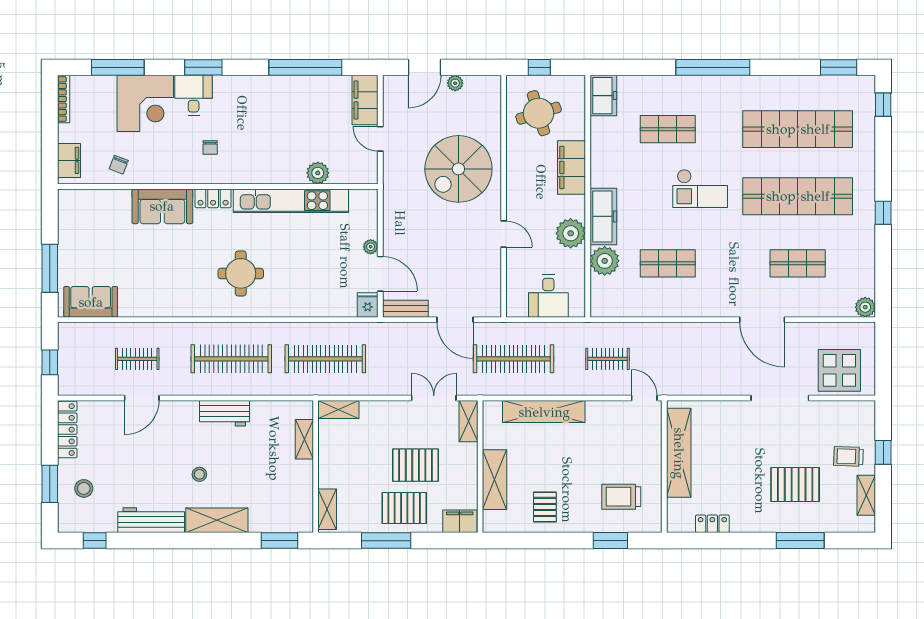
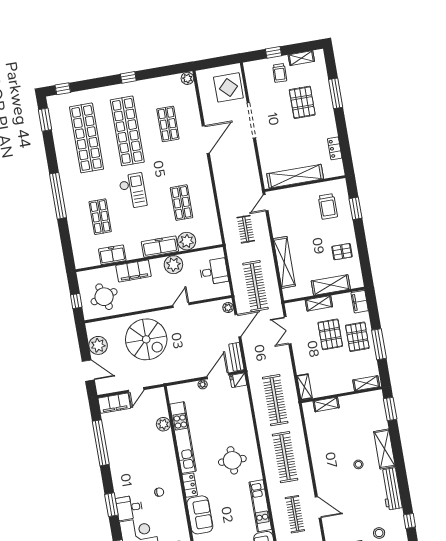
plant: (455, 83) -> (98, 345), width x1.88, depth x1.88
freezer: (603, 96) -> (112, 255), moved
kitchen unit: (160, 306) -> (260, 506), added
plant: (487, 309) -> (228, 308), added
clothes rail: (137, 359) -> (295, 514), width x1.36
workbench: (224, 413) -> (319, 456), removed
shelving: (468, 421) -> (319, 303), moved

